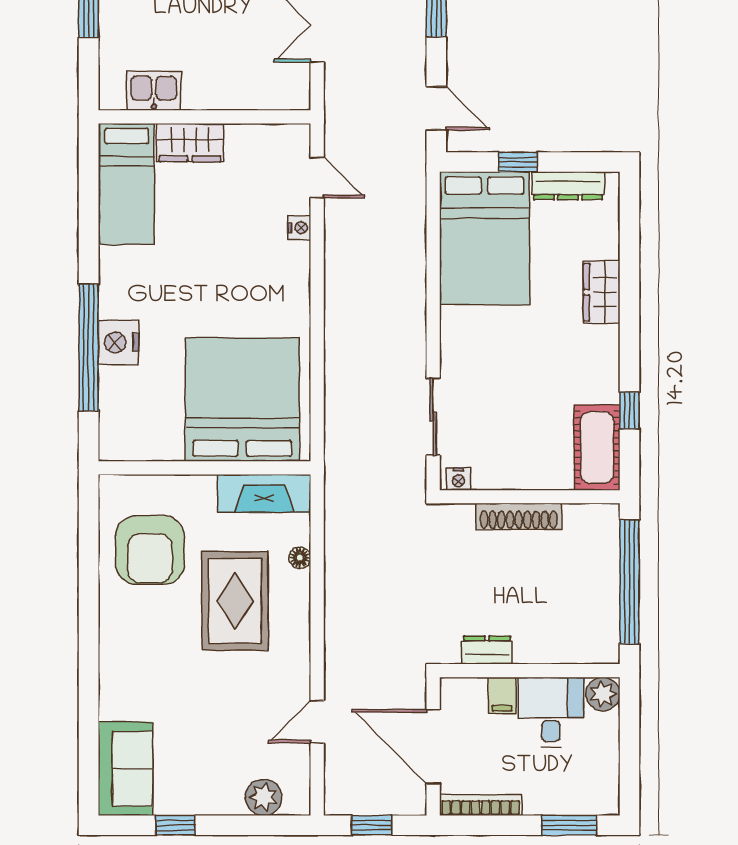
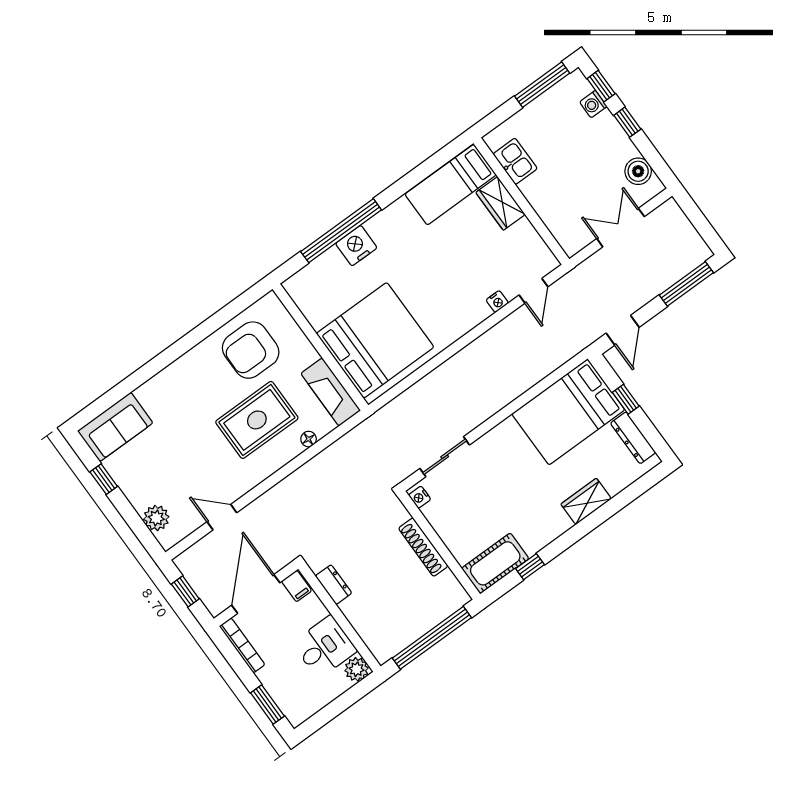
filing cabinet: (502, 695) -> (297, 586), moved, turned -90

